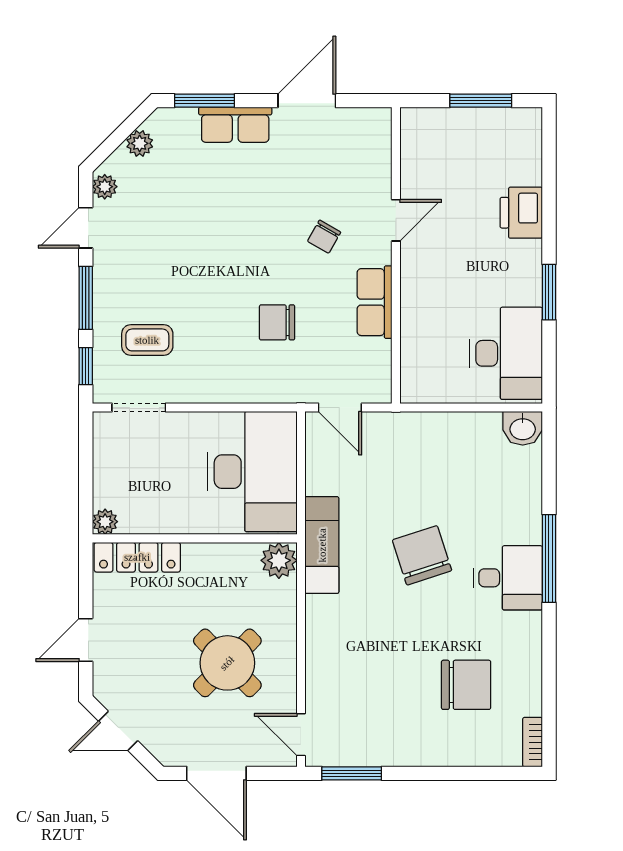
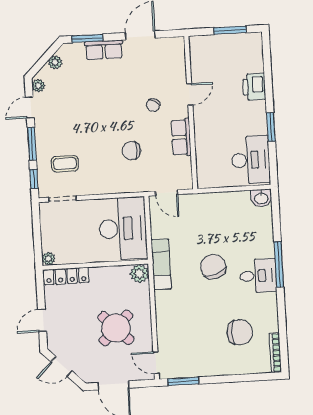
bookcase: (533, 742) -> (275, 353), width x1.56

